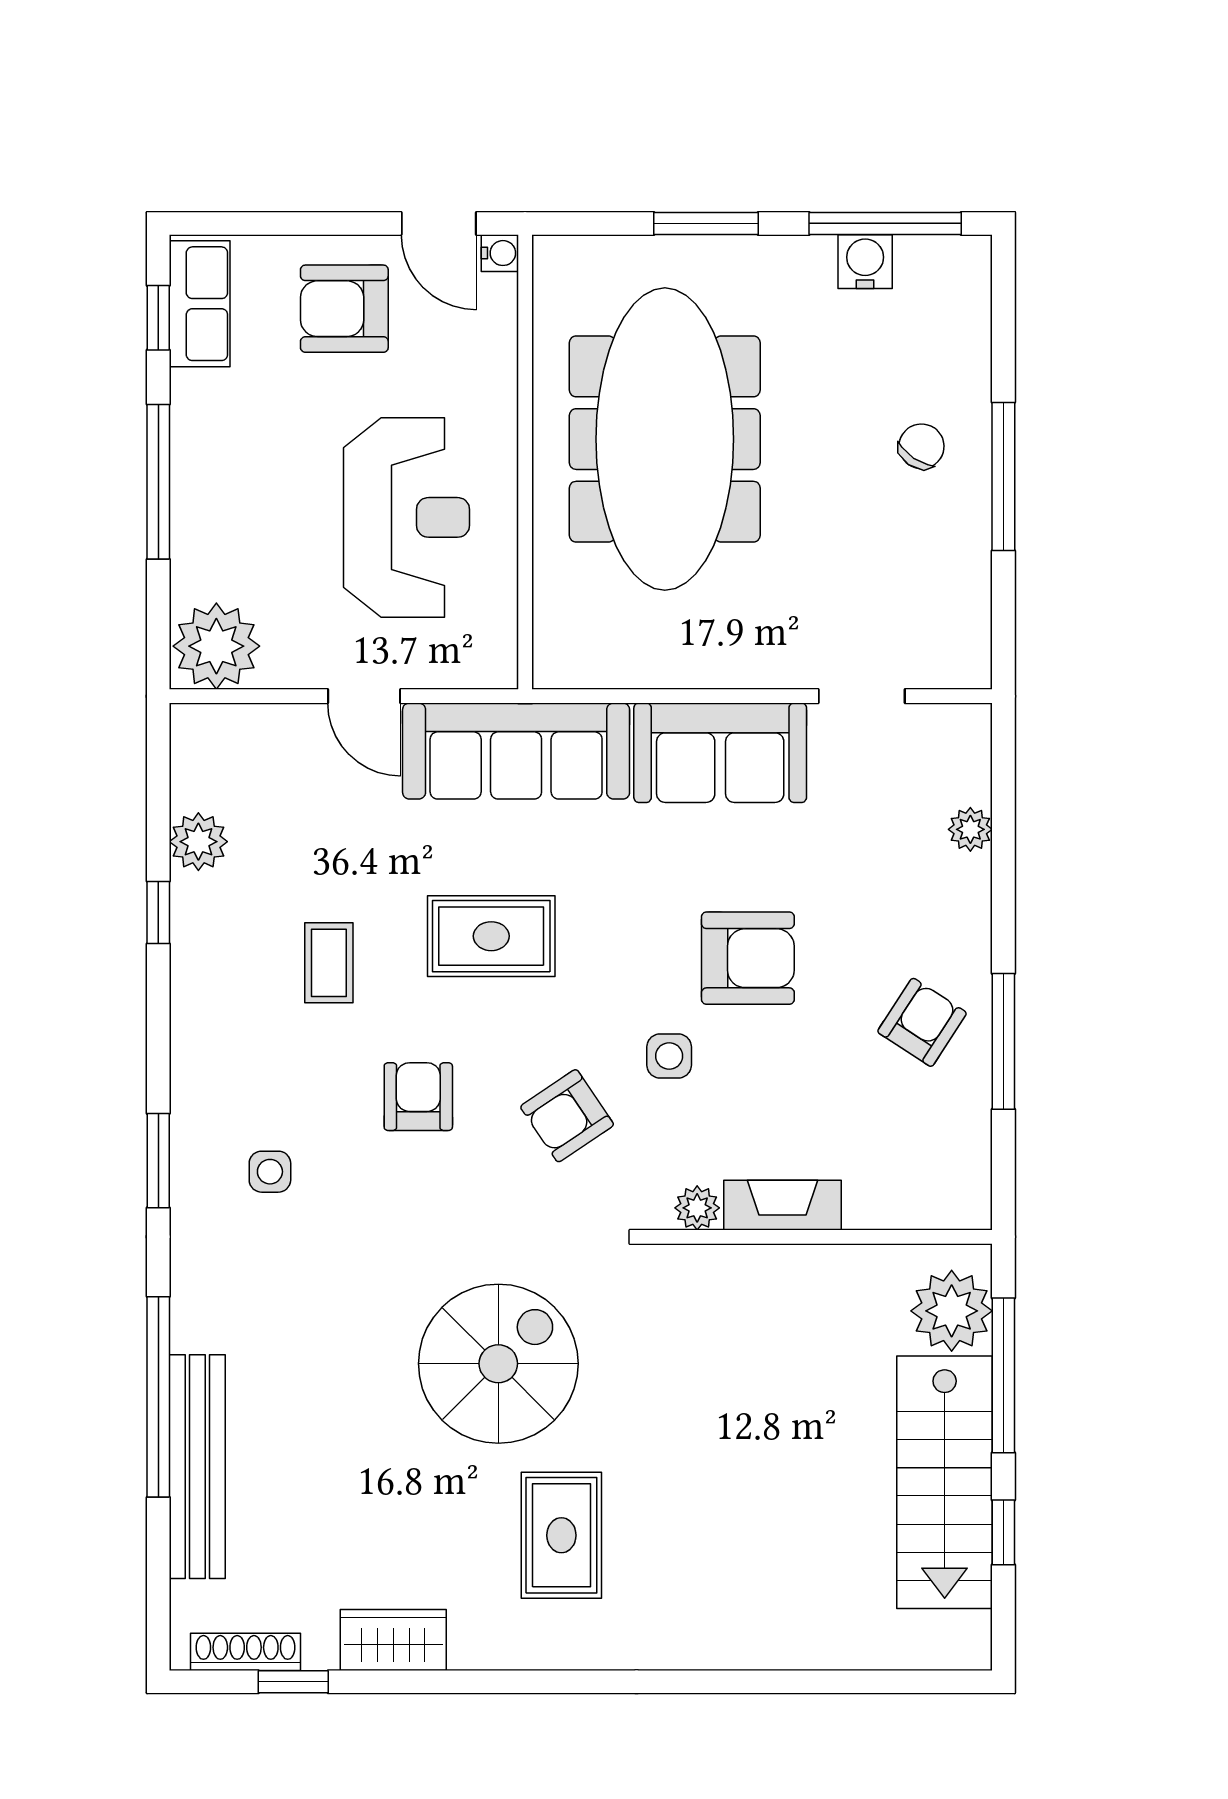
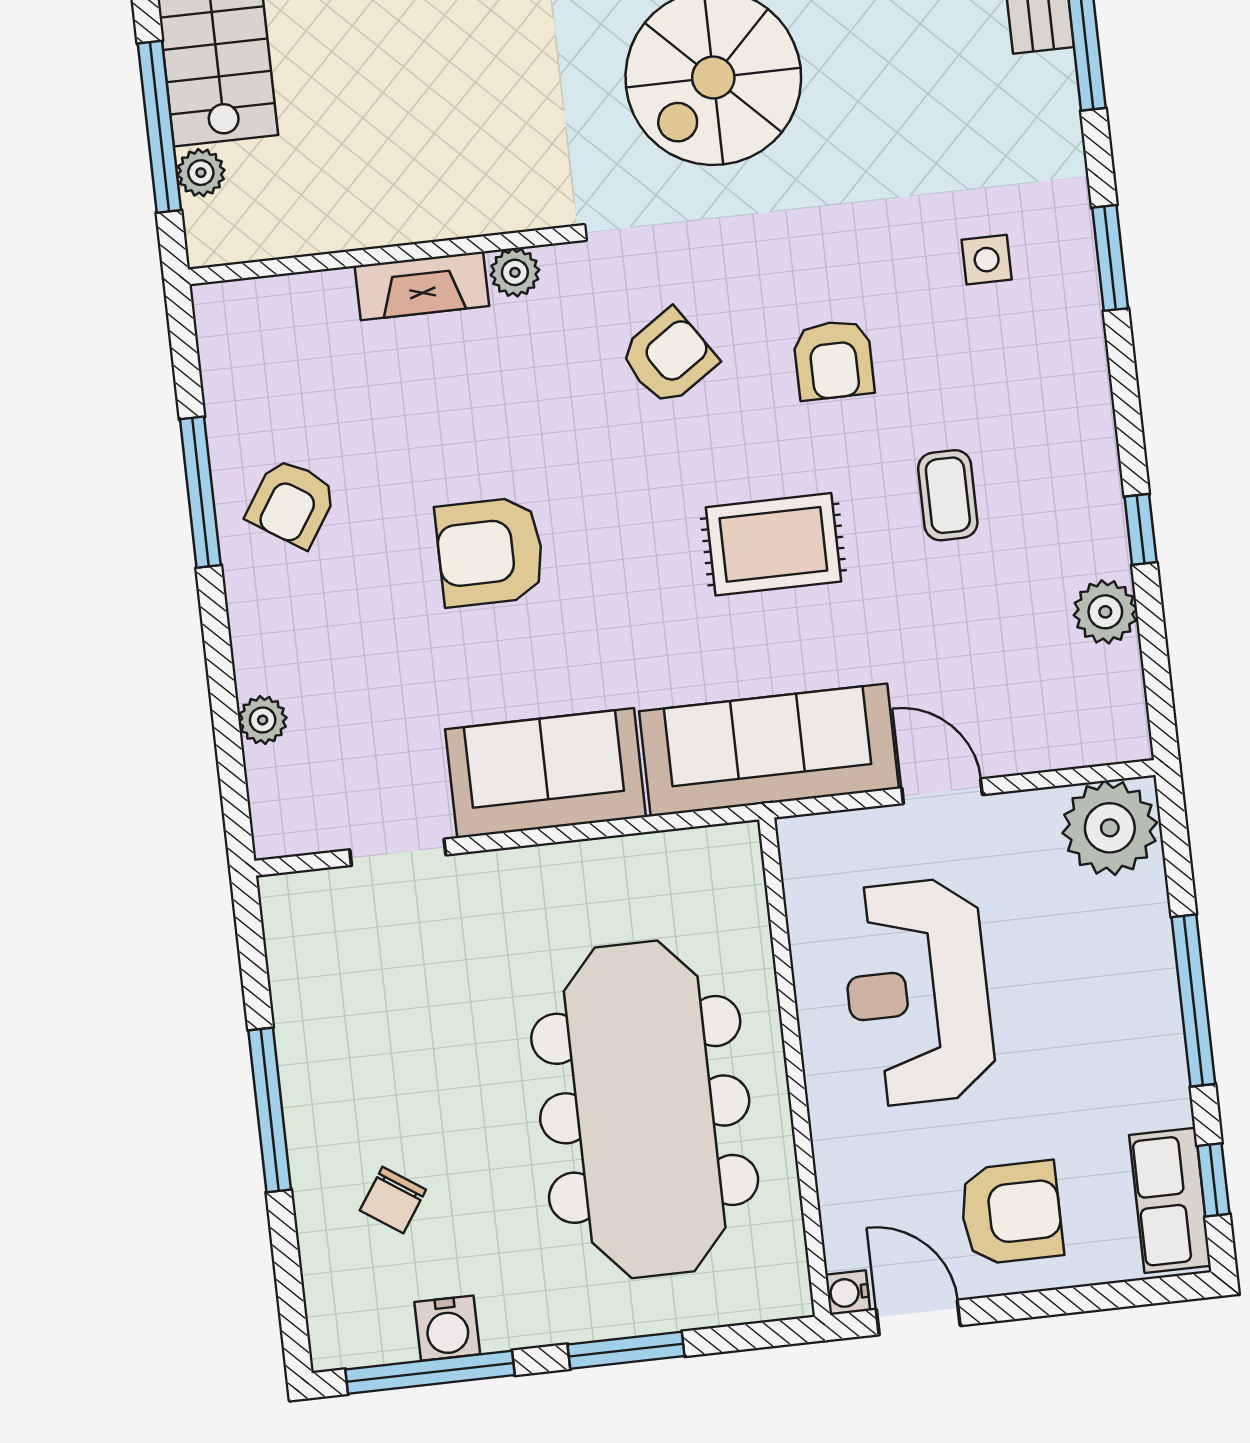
chair: (921, 446) -> (393, 1200), moved
side table: (669, 1056) -> (564, 435), removed
plant: (952, 1311) -> (201, 173), width x0.53, depth x0.53

